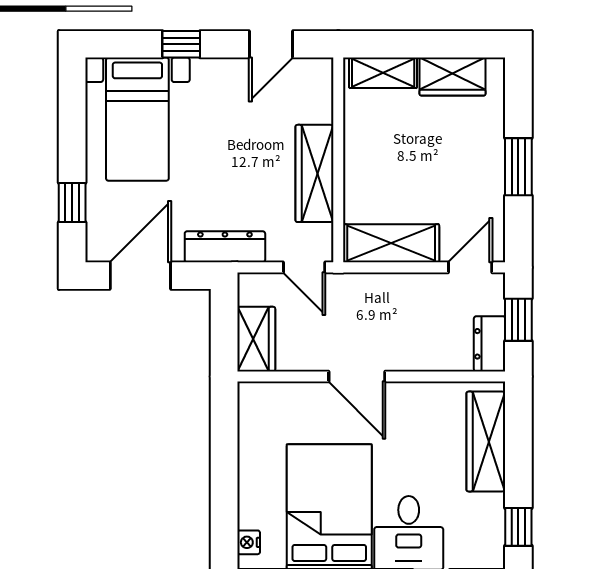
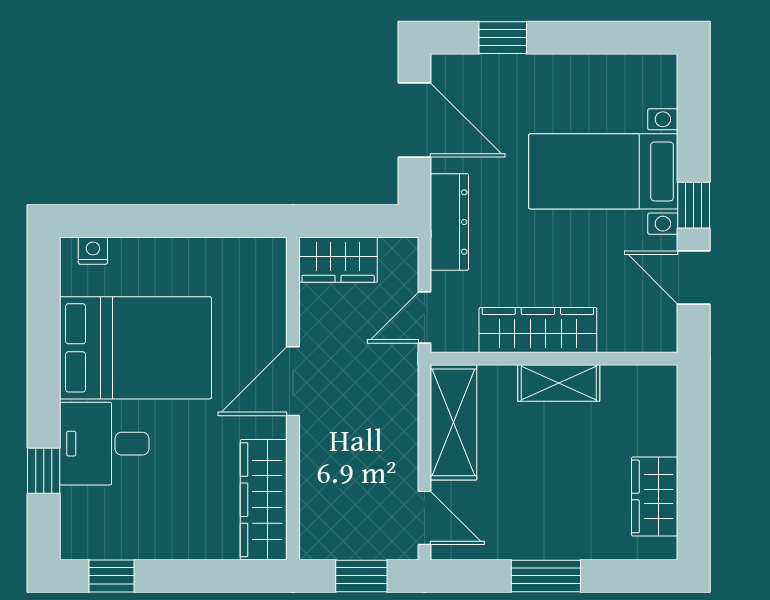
window: (181, 44) -> (694, 205), moved
shelving: (383, 73) -> (559, 383), moved, turned 90
bed with nightstands: (137, 119) -> (603, 171), moved
dresser: (490, 344) -> (332, 541), removed
wardrobe: (486, 441) -> (264, 500), moved, turned -90

